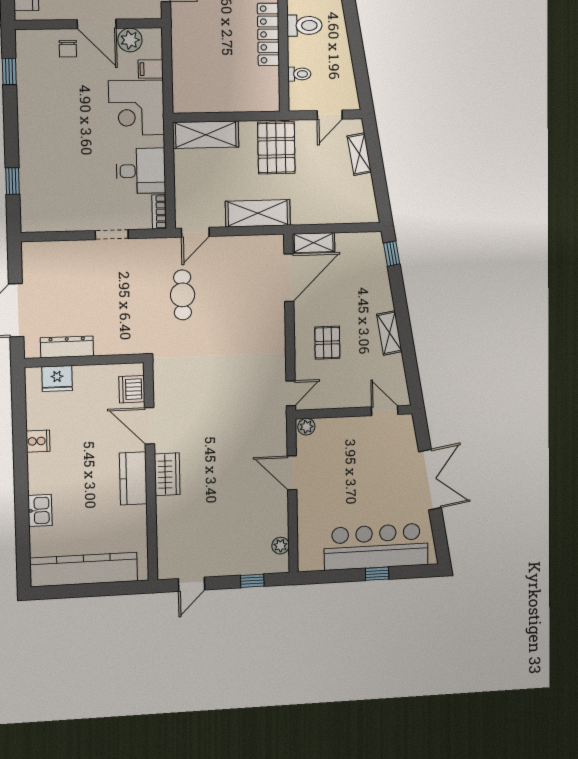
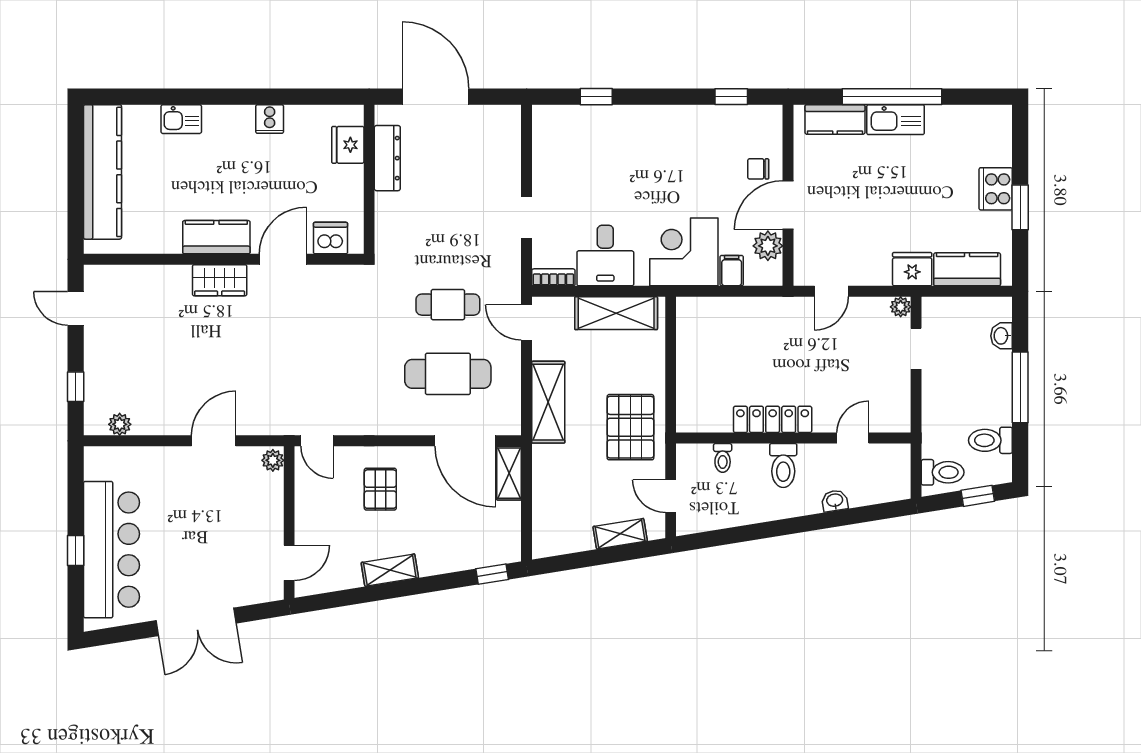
shelving: (206, 135) -> (616, 313), moved, turned 90
pallet: (276, 148) -> (630, 427), turned 90
cafe table: (237, 293) -> (448, 374), added
pallet: (327, 343) -> (380, 489), turned 90

